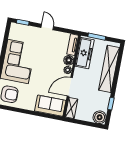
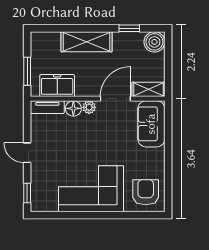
door: (47, 27) -> (27, 153), hinge flipped
freezer: (85, 53) -> (57, 86), width x0.71
shelving: (109, 69) -> (86, 42), width x0.68
door: (70, 87) -> (115, 99), swing flipped

